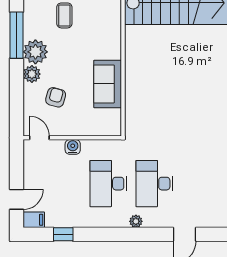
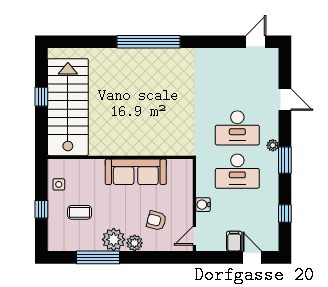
sofa: (108, 84) -> (136, 172), width x1.36
filing cabinet: (34, 220) -> (234, 241), moved
window: (120, 234) -> (285, 160), added

